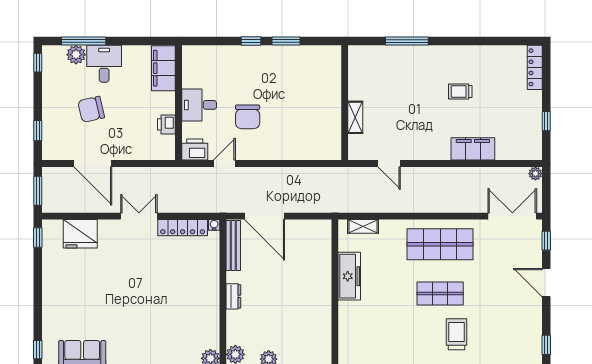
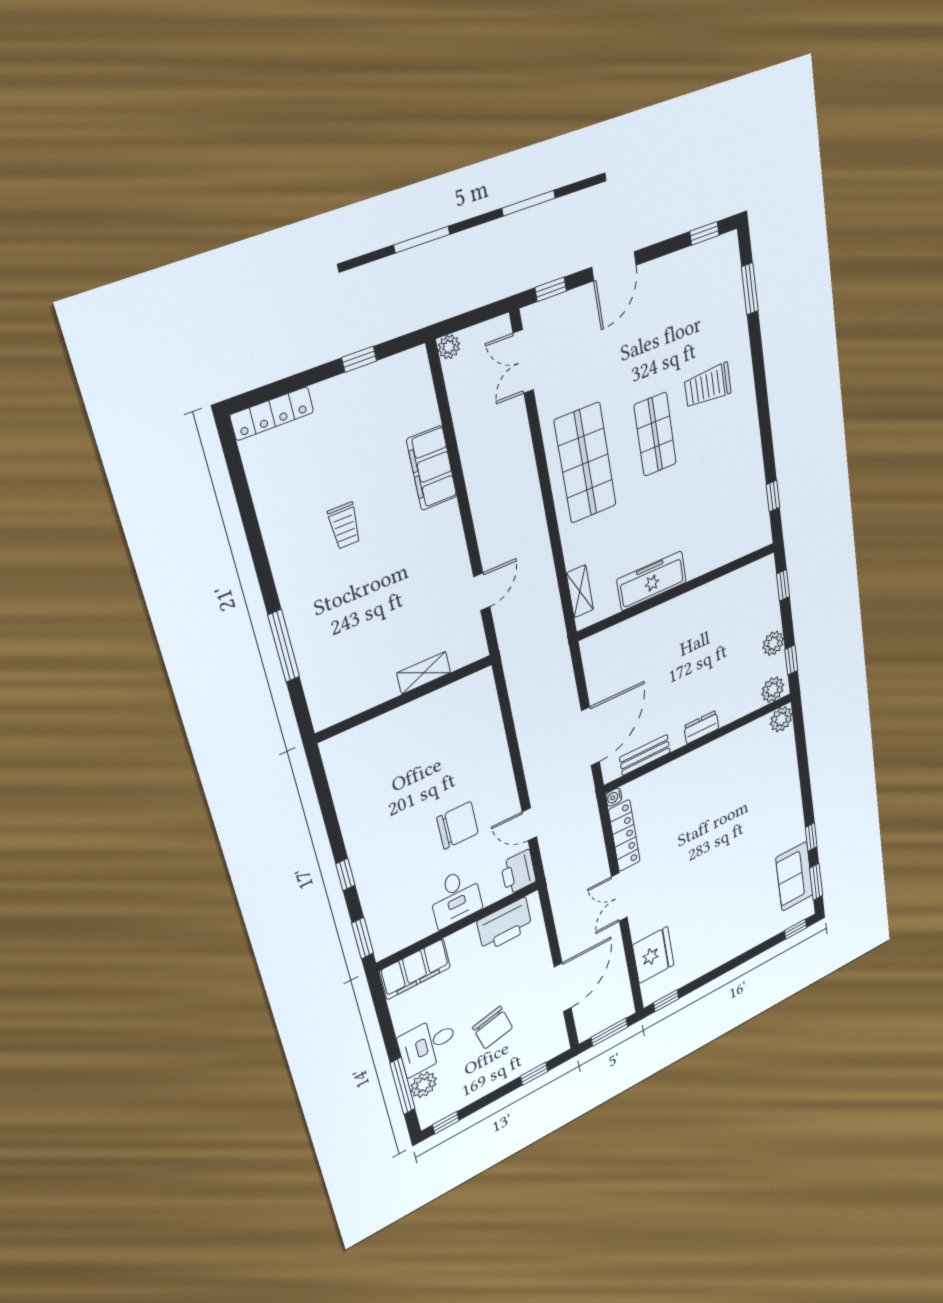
window: (286, 41) -> (363, 938), moved
printer: (166, 124) -> (505, 925), width x1.87, depth x1.48
double door: (512, 216) -> (523, 362), width x0.73
bench: (233, 245) -> (645, 755), width x0.73

